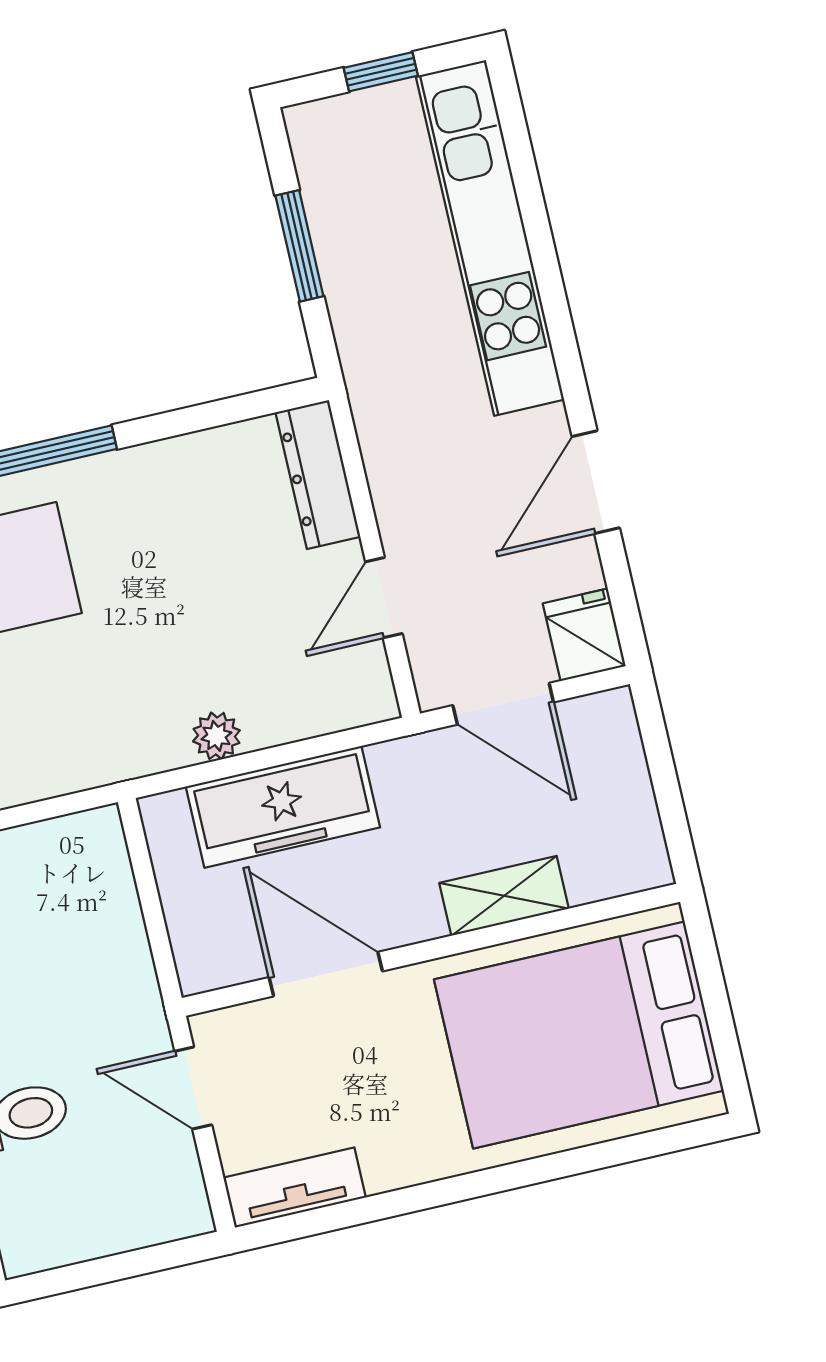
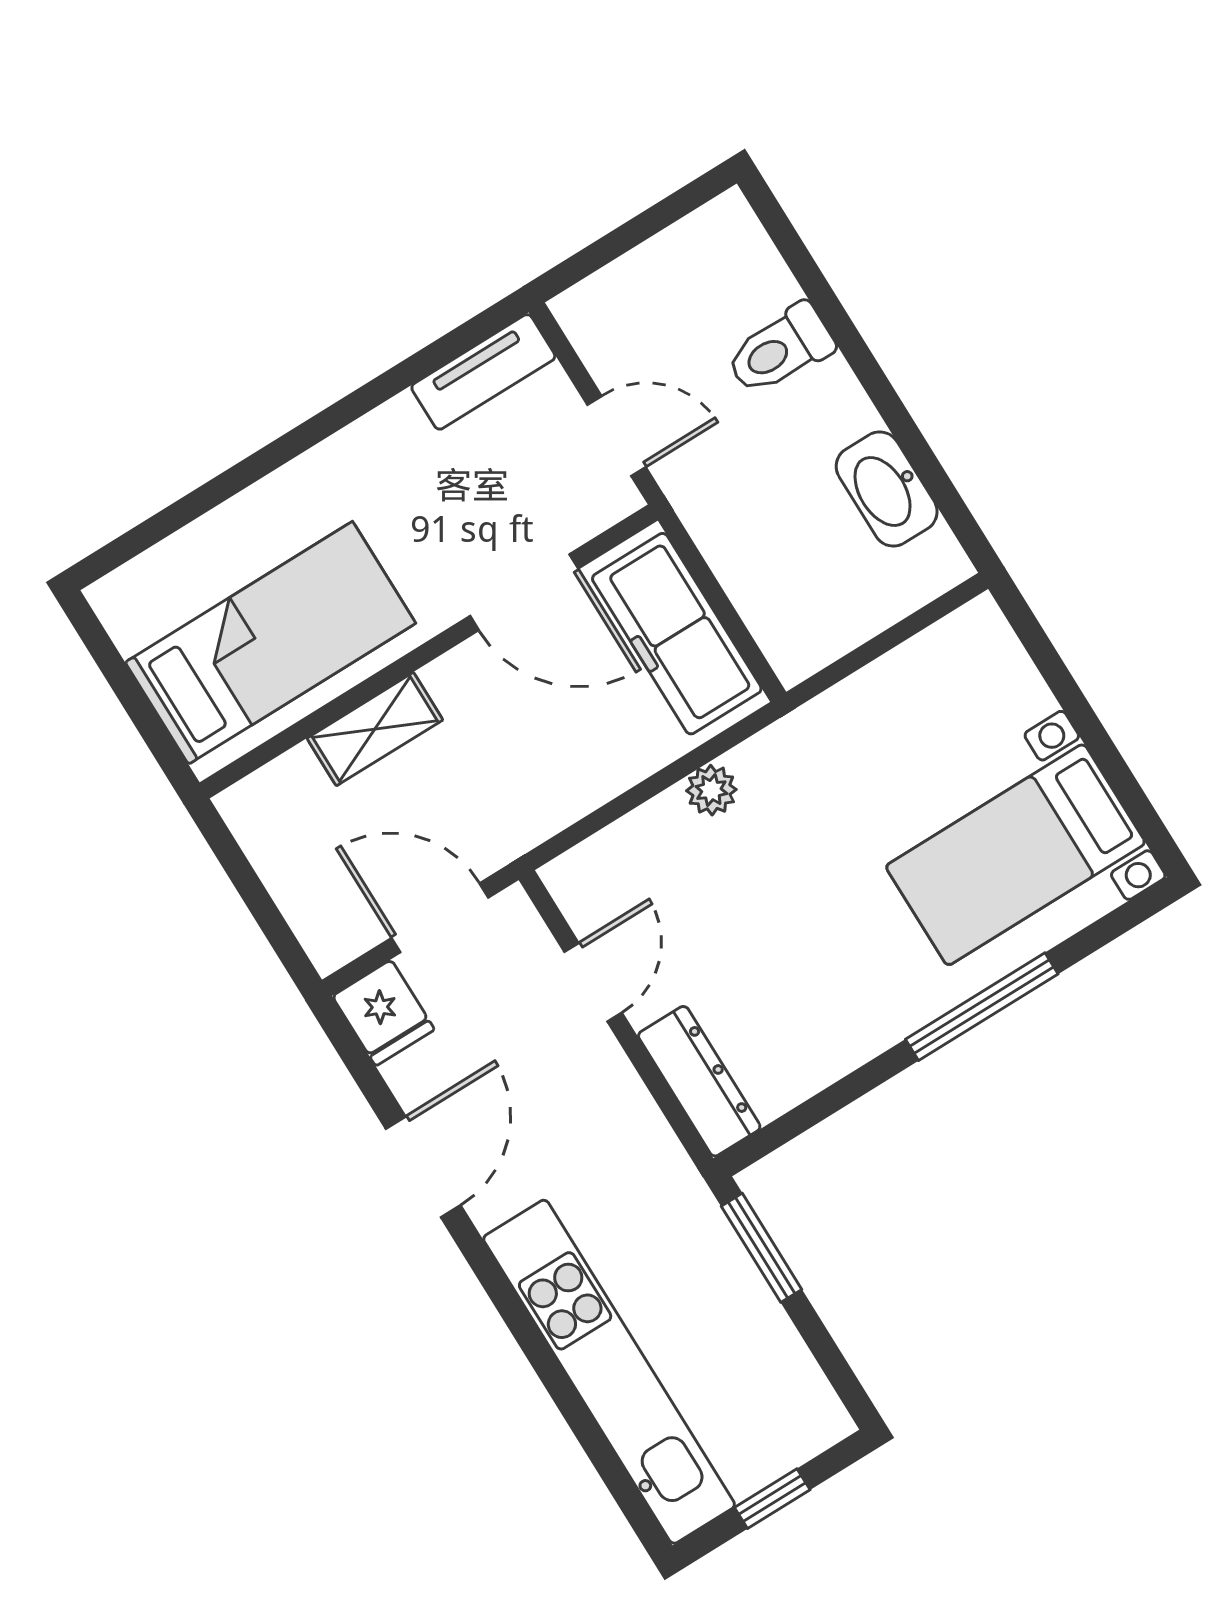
window: (299, 246) -> (762, 1248), moved
freezer: (283, 807) -> (677, 634), moved, turned -90
bed: (579, 1035) -> (270, 643), width x0.67

